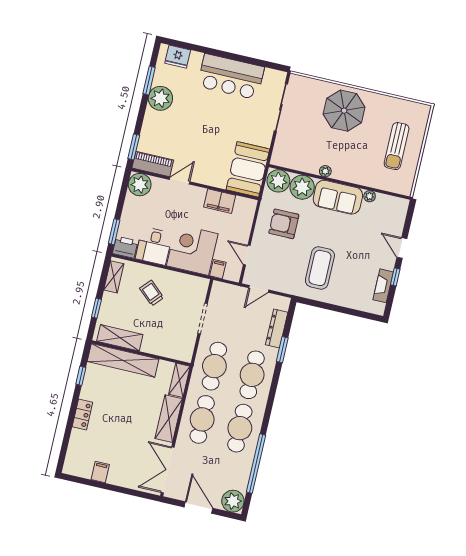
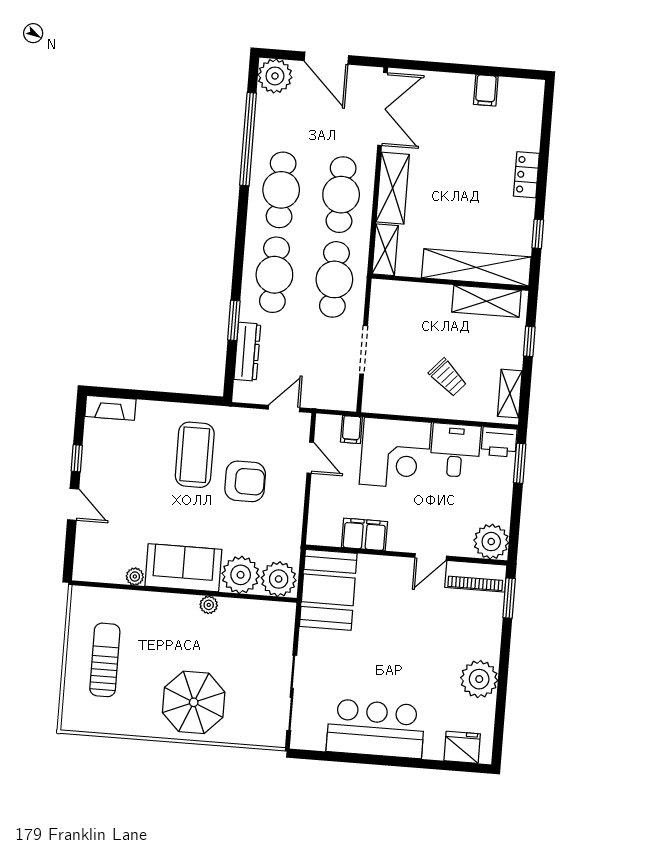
window: (149, 81) -> (501, 704), removed
armchair: (284, 224) -> (245, 481), moved
fireplace: (383, 286) -> (110, 408), moved, turned 90

